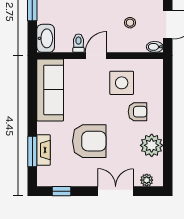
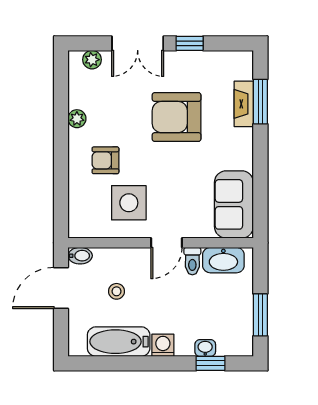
washbasin: (46, 38) -> (223, 260), moved, turned -90
sofa: (50, 90) -> (234, 204), width x0.73
plant: (152, 145) -> (77, 119), width x0.53, depth x0.53
window: (61, 191) -> (190, 43), moved

